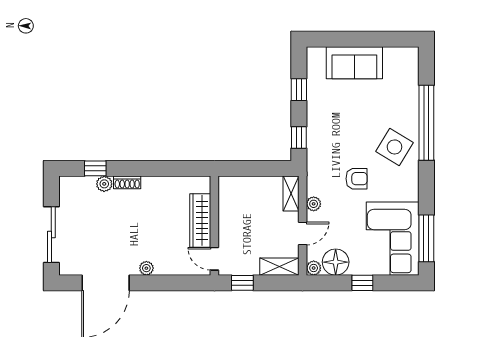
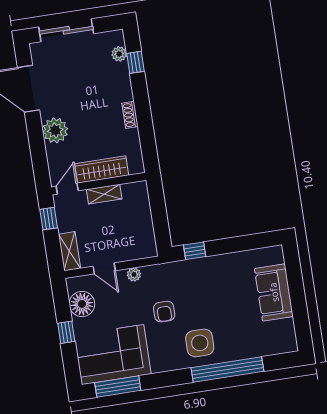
window: (299, 90) -> (240, 244), removed
side table: (394, 147) -> (200, 343), turned -31
shoe rack: (127, 182) -> (130, 115), moved
plant: (104, 184) -> (119, 54), moved
shelving: (291, 193) -> (104, 194), moved
plant: (146, 268) -> (55, 130), width x1.88, depth x1.88
plant: (314, 268) -> (73, 284), removed

